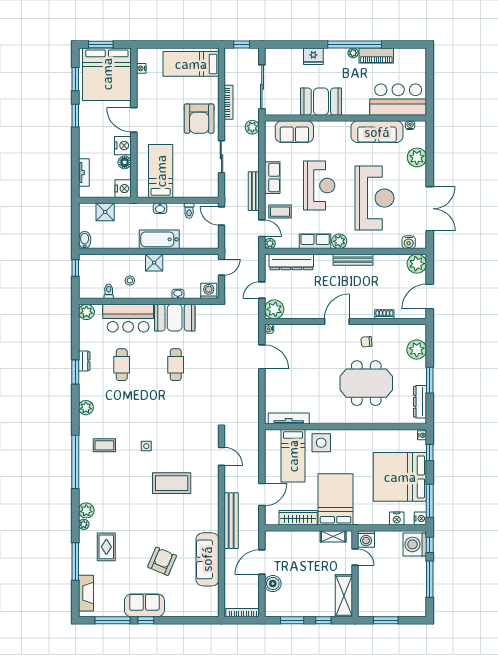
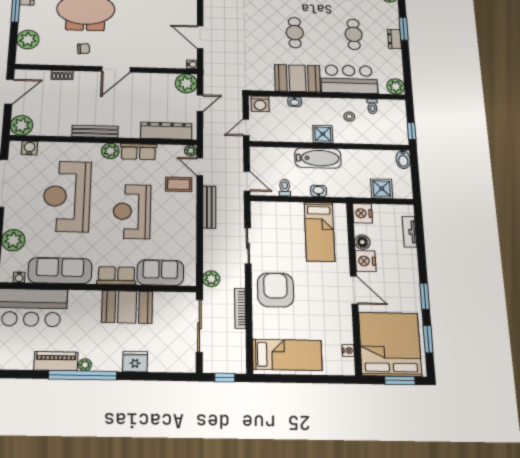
row of seats: (272, 178) -> (116, 276), moved, turned 90

